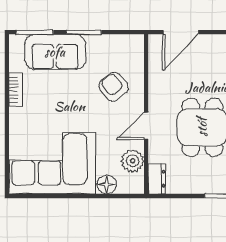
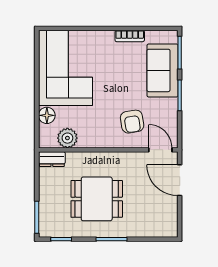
armchair: (114, 87) -> (132, 122), turned 120
door: (146, 126) -> (160, 150), moved

